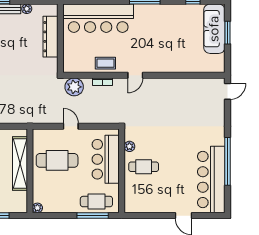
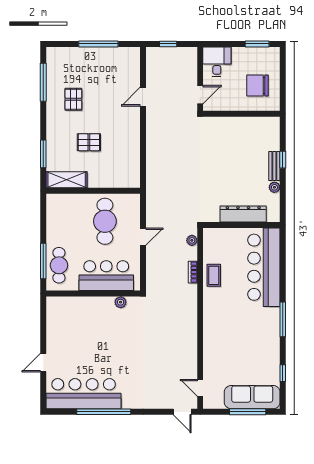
window: (227, 33) -> (248, 412), width x1.44
door: (135, 75) -> (200, 388), moved
plant: (74, 87) -> (192, 240), width x0.53, depth x0.53
shelving: (20, 164) -> (67, 180), moved, width x0.68
cafe table: (144, 167) -> (98, 318), removed
plant: (37, 208) -> (52, 199), removed

